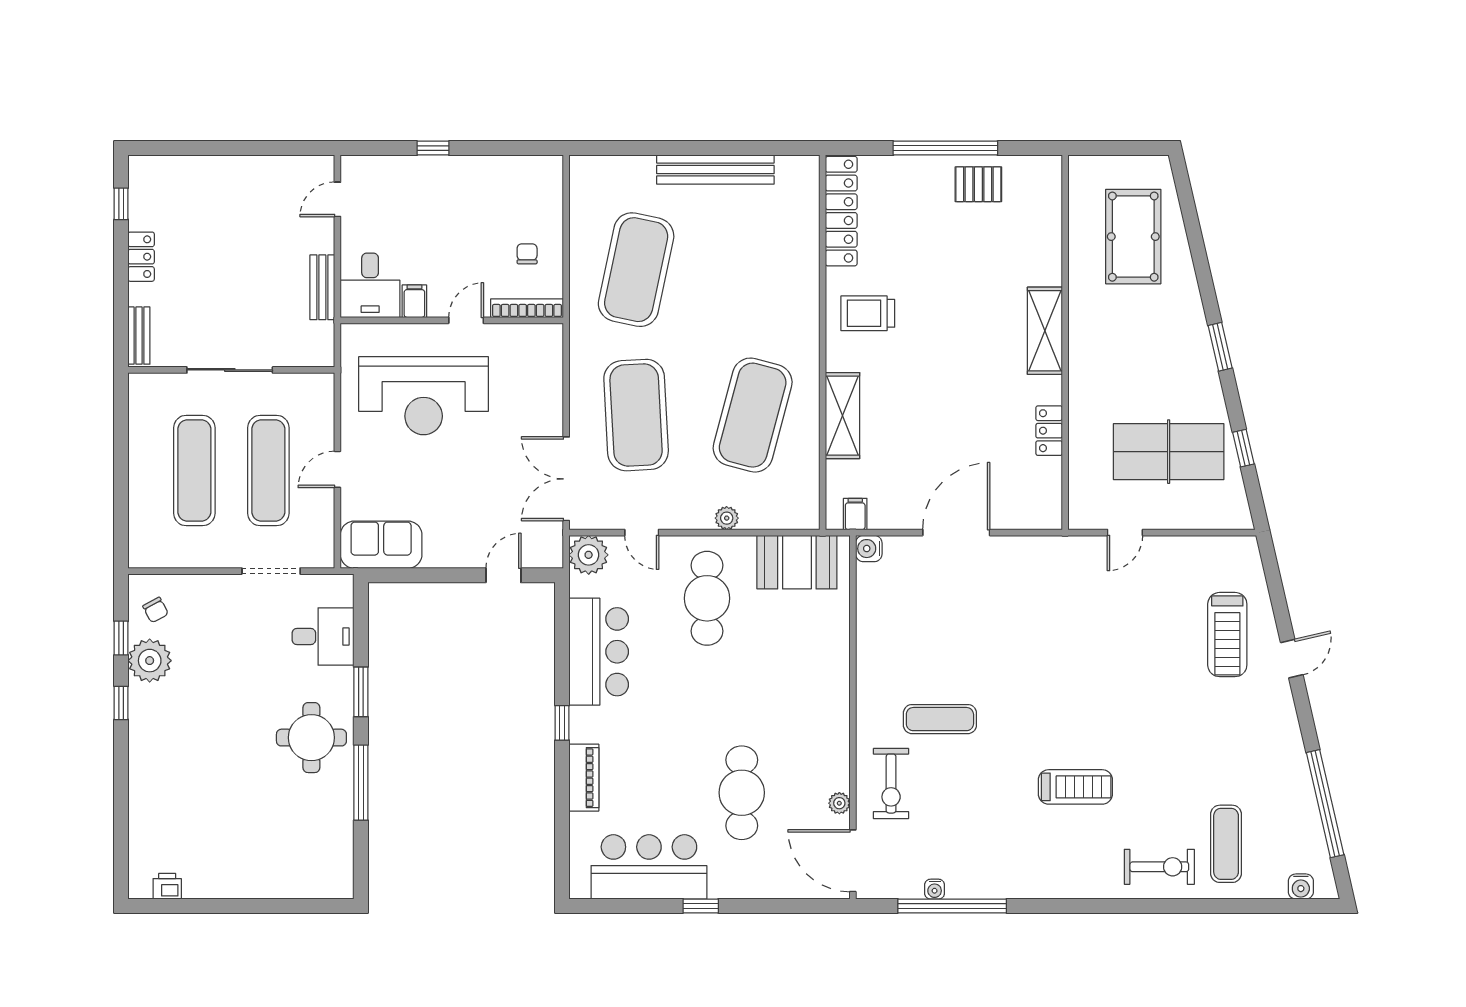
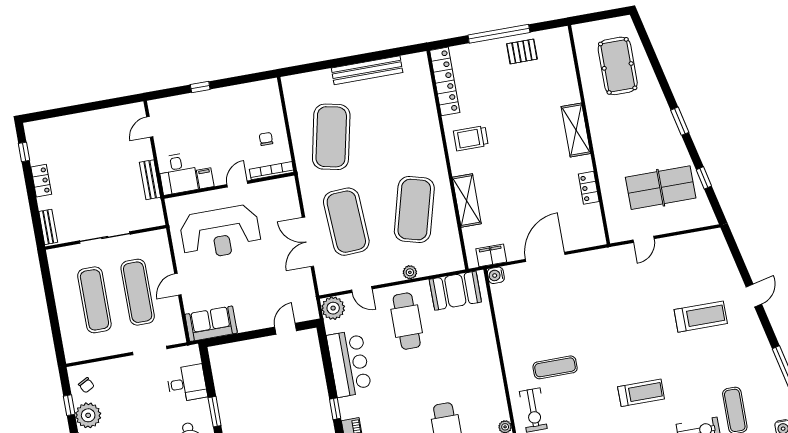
double door: (566, 479) -> (308, 242), moved
filing cabinet: (855, 514) -> (491, 255), width x2.00
treadmill: (1227, 635) -> (701, 317), moved, turned -90

